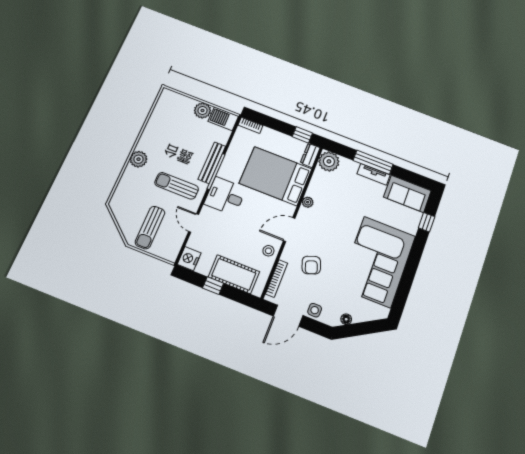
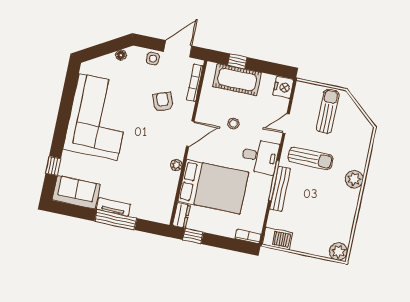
plant: (203, 110) -> (338, 252), moved
plant: (329, 161) -> (161, 212), removed
door: (194, 223) -> (286, 123), swing flipped
stool: (268, 251) -> (233, 124), moved
window: (213, 286) -> (237, 61), moved

